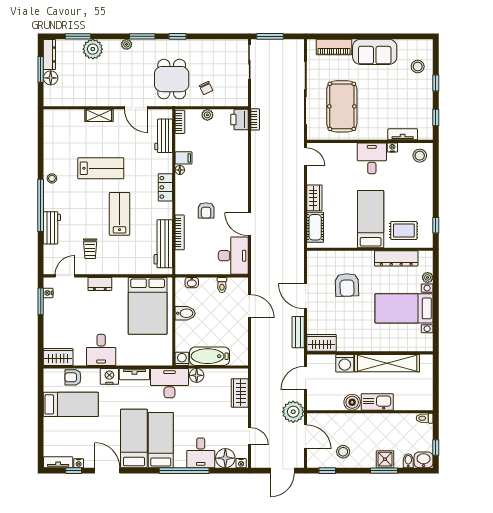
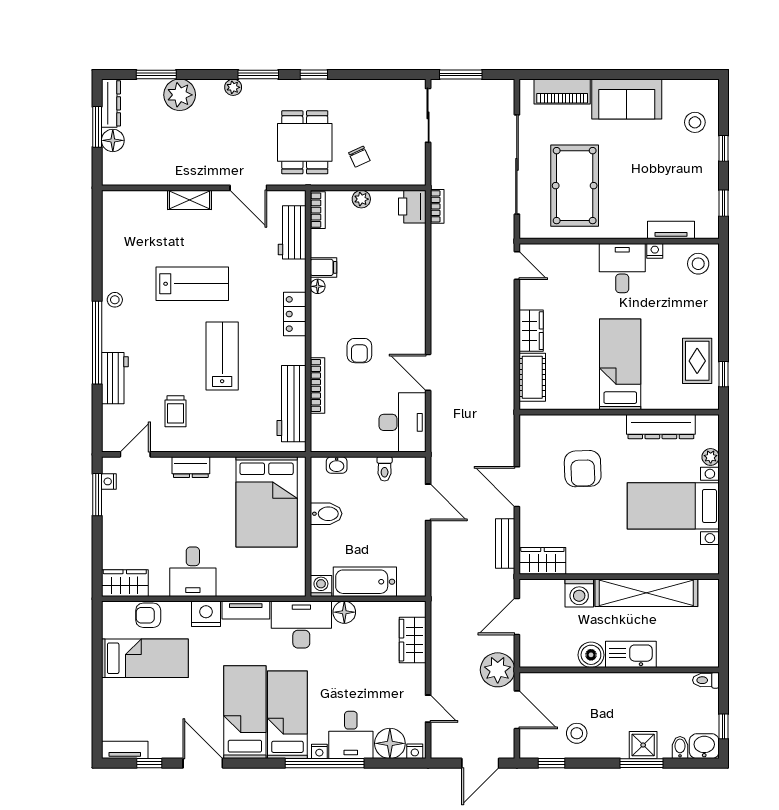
rug: (404, 231) -> (697, 361), moved, turned 90
nightstand: (79, 463) -> (319, 751), moved

